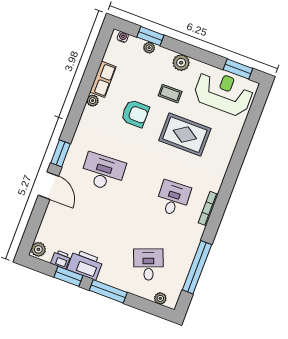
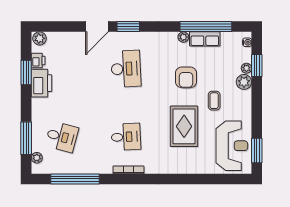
plant: (181, 63) -> (244, 82), moved
window: (91, 73) -> (206, 27), added
desk: (148, 264) -> (62, 137), turned 36
window: (108, 291) -> (26, 138), moved

